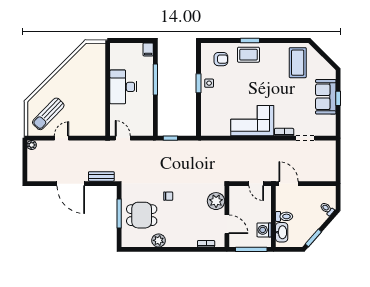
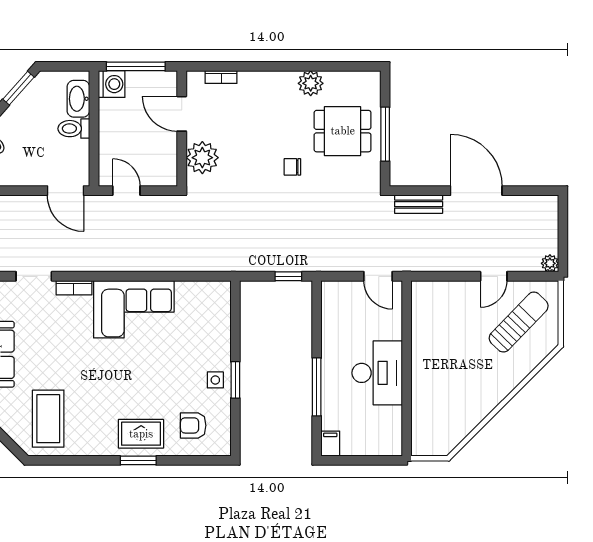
washing machine: (264, 230) -> (112, 84), moved

